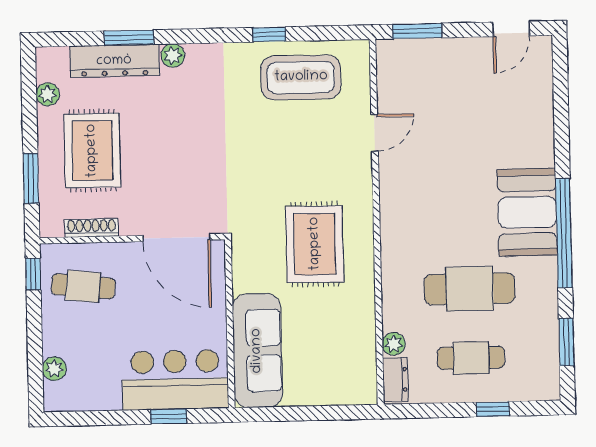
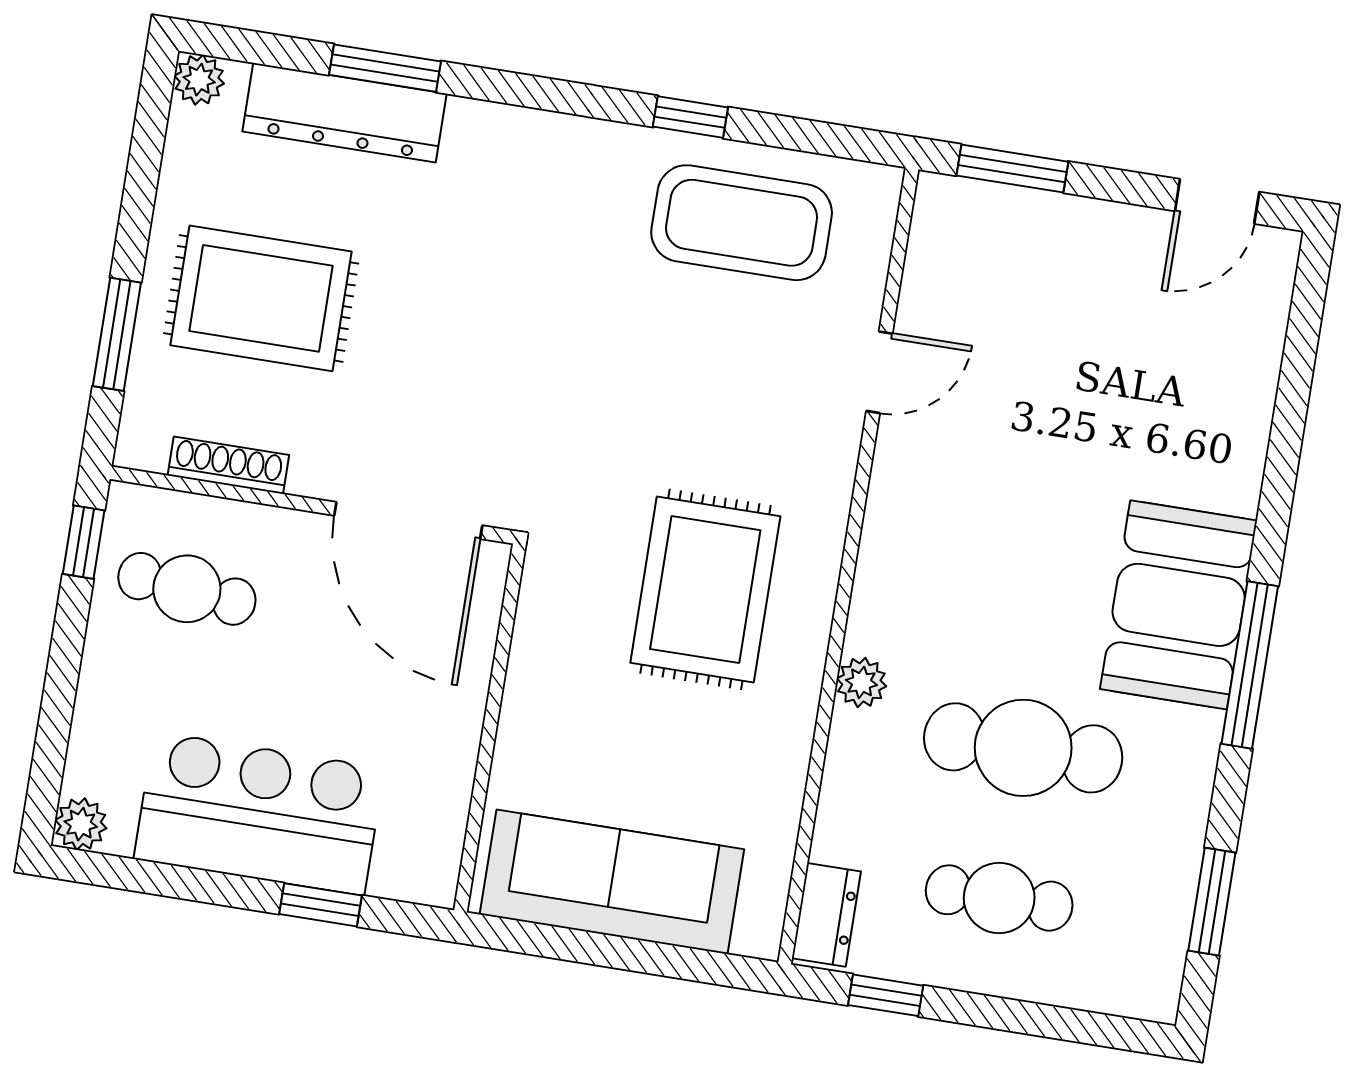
plant: (173, 55) -> (473, 124), removed
plant: (48, 94) -> (199, 80), moved
rug: (92, 151) -> (261, 298), turned 90
window: (564, 233) -> (1250, 665), width x0.68
plant: (394, 344) -> (861, 682), moved
sofa: (257, 351) -> (612, 882), moved, turned -90
plant: (54, 369) -> (81, 824), moved
bar counter: (175, 380) -> (259, 814), moved
window: (493, 409) -> (886, 995), moved

